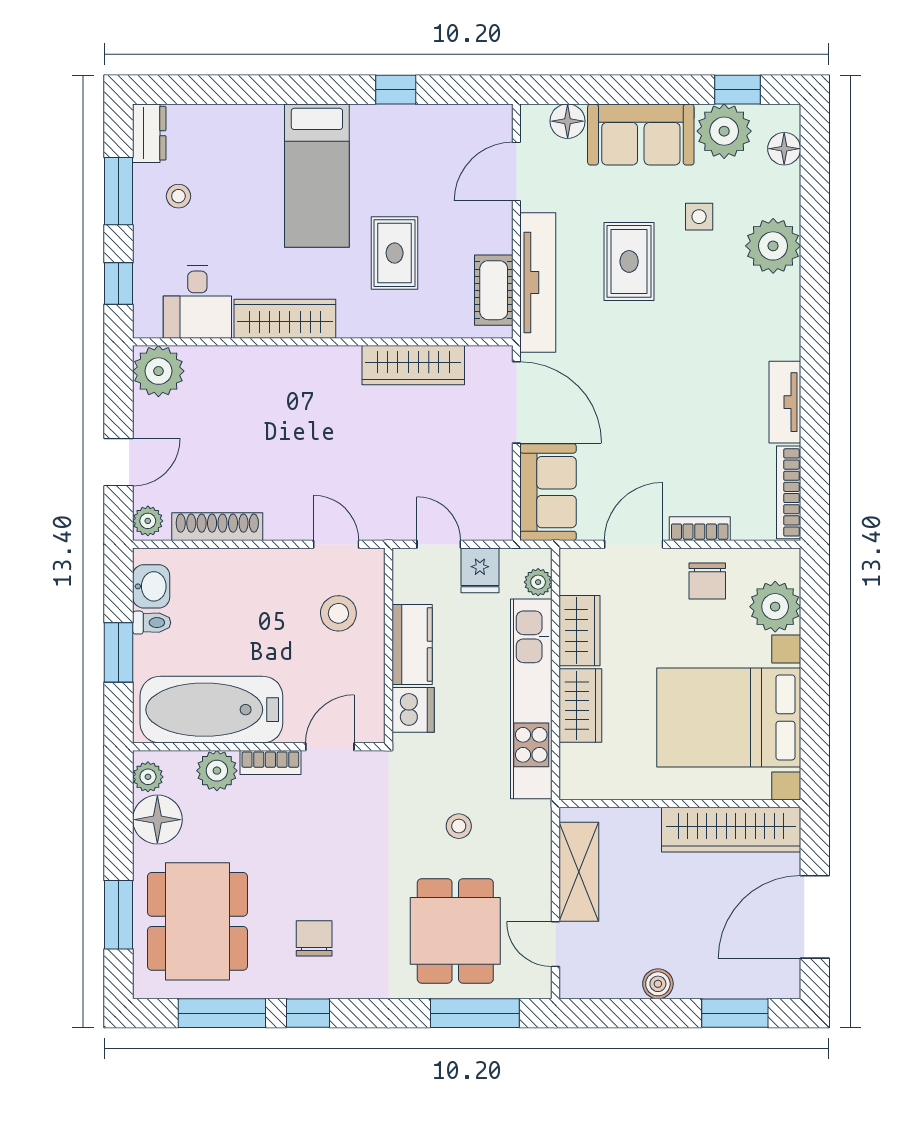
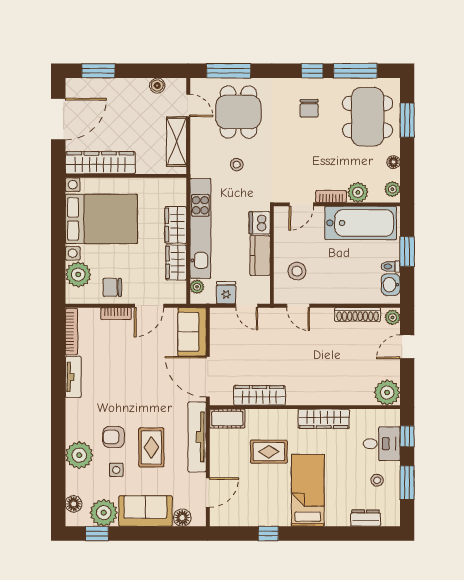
dresser: (149, 133) -> (366, 518), moved, turned 90
rug: (395, 253) -> (269, 452), turned 90
armchair: (704, 282) -> (114, 437), added
cot: (494, 290) -> (227, 419), moved, turned 90
desk: (197, 302) -> (382, 444), moved, turned 90
chair: (707, 581) -> (112, 287), turned -90
floor lamp: (157, 820) -> (393, 162), width x0.53, depth x0.53
boiler: (658, 984) -> (157, 86), moved

